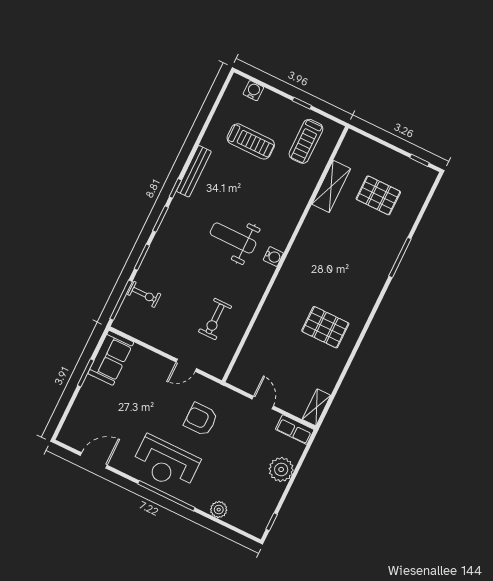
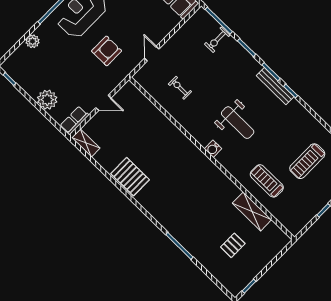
treadmill: (306, 141) -> (267, 181), moved
bench: (194, 171) -> (275, 86), moved
pallet: (378, 195) -> (233, 245), width x0.67, depth x0.71
weight bench: (233, 238) -> (238, 123), turned 90
exercise bike: (215, 319) -> (180, 88), width x0.73, depth x0.72
pallet: (325, 327) -> (130, 177), moved, turned 90

